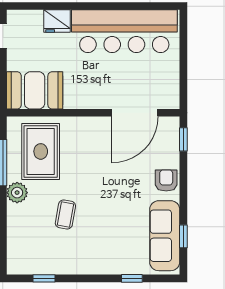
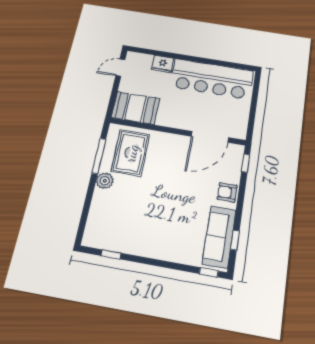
armchair: (166, 181) -> (227, 192), turned -90
coffee table: (65, 214) -> (140, 205), removed
window: (132, 278) -> (209, 272), moved

